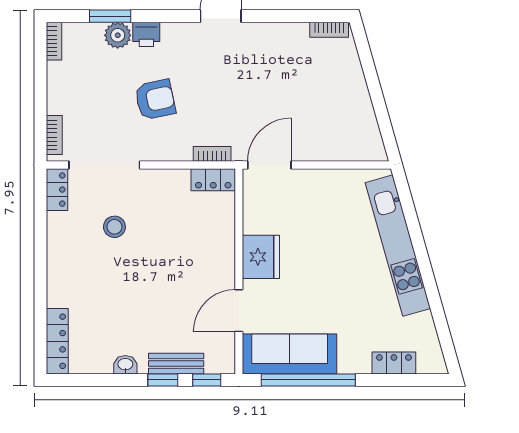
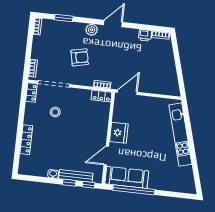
printer: (146, 34) -> (145, 35), moved
plant: (118, 35) -> (92, 30), moved
locker: (57, 341) -> (26, 140), moved
locker: (394, 363) -> (173, 187), removed
bench: (176, 364) -> (76, 176), width x1.36

